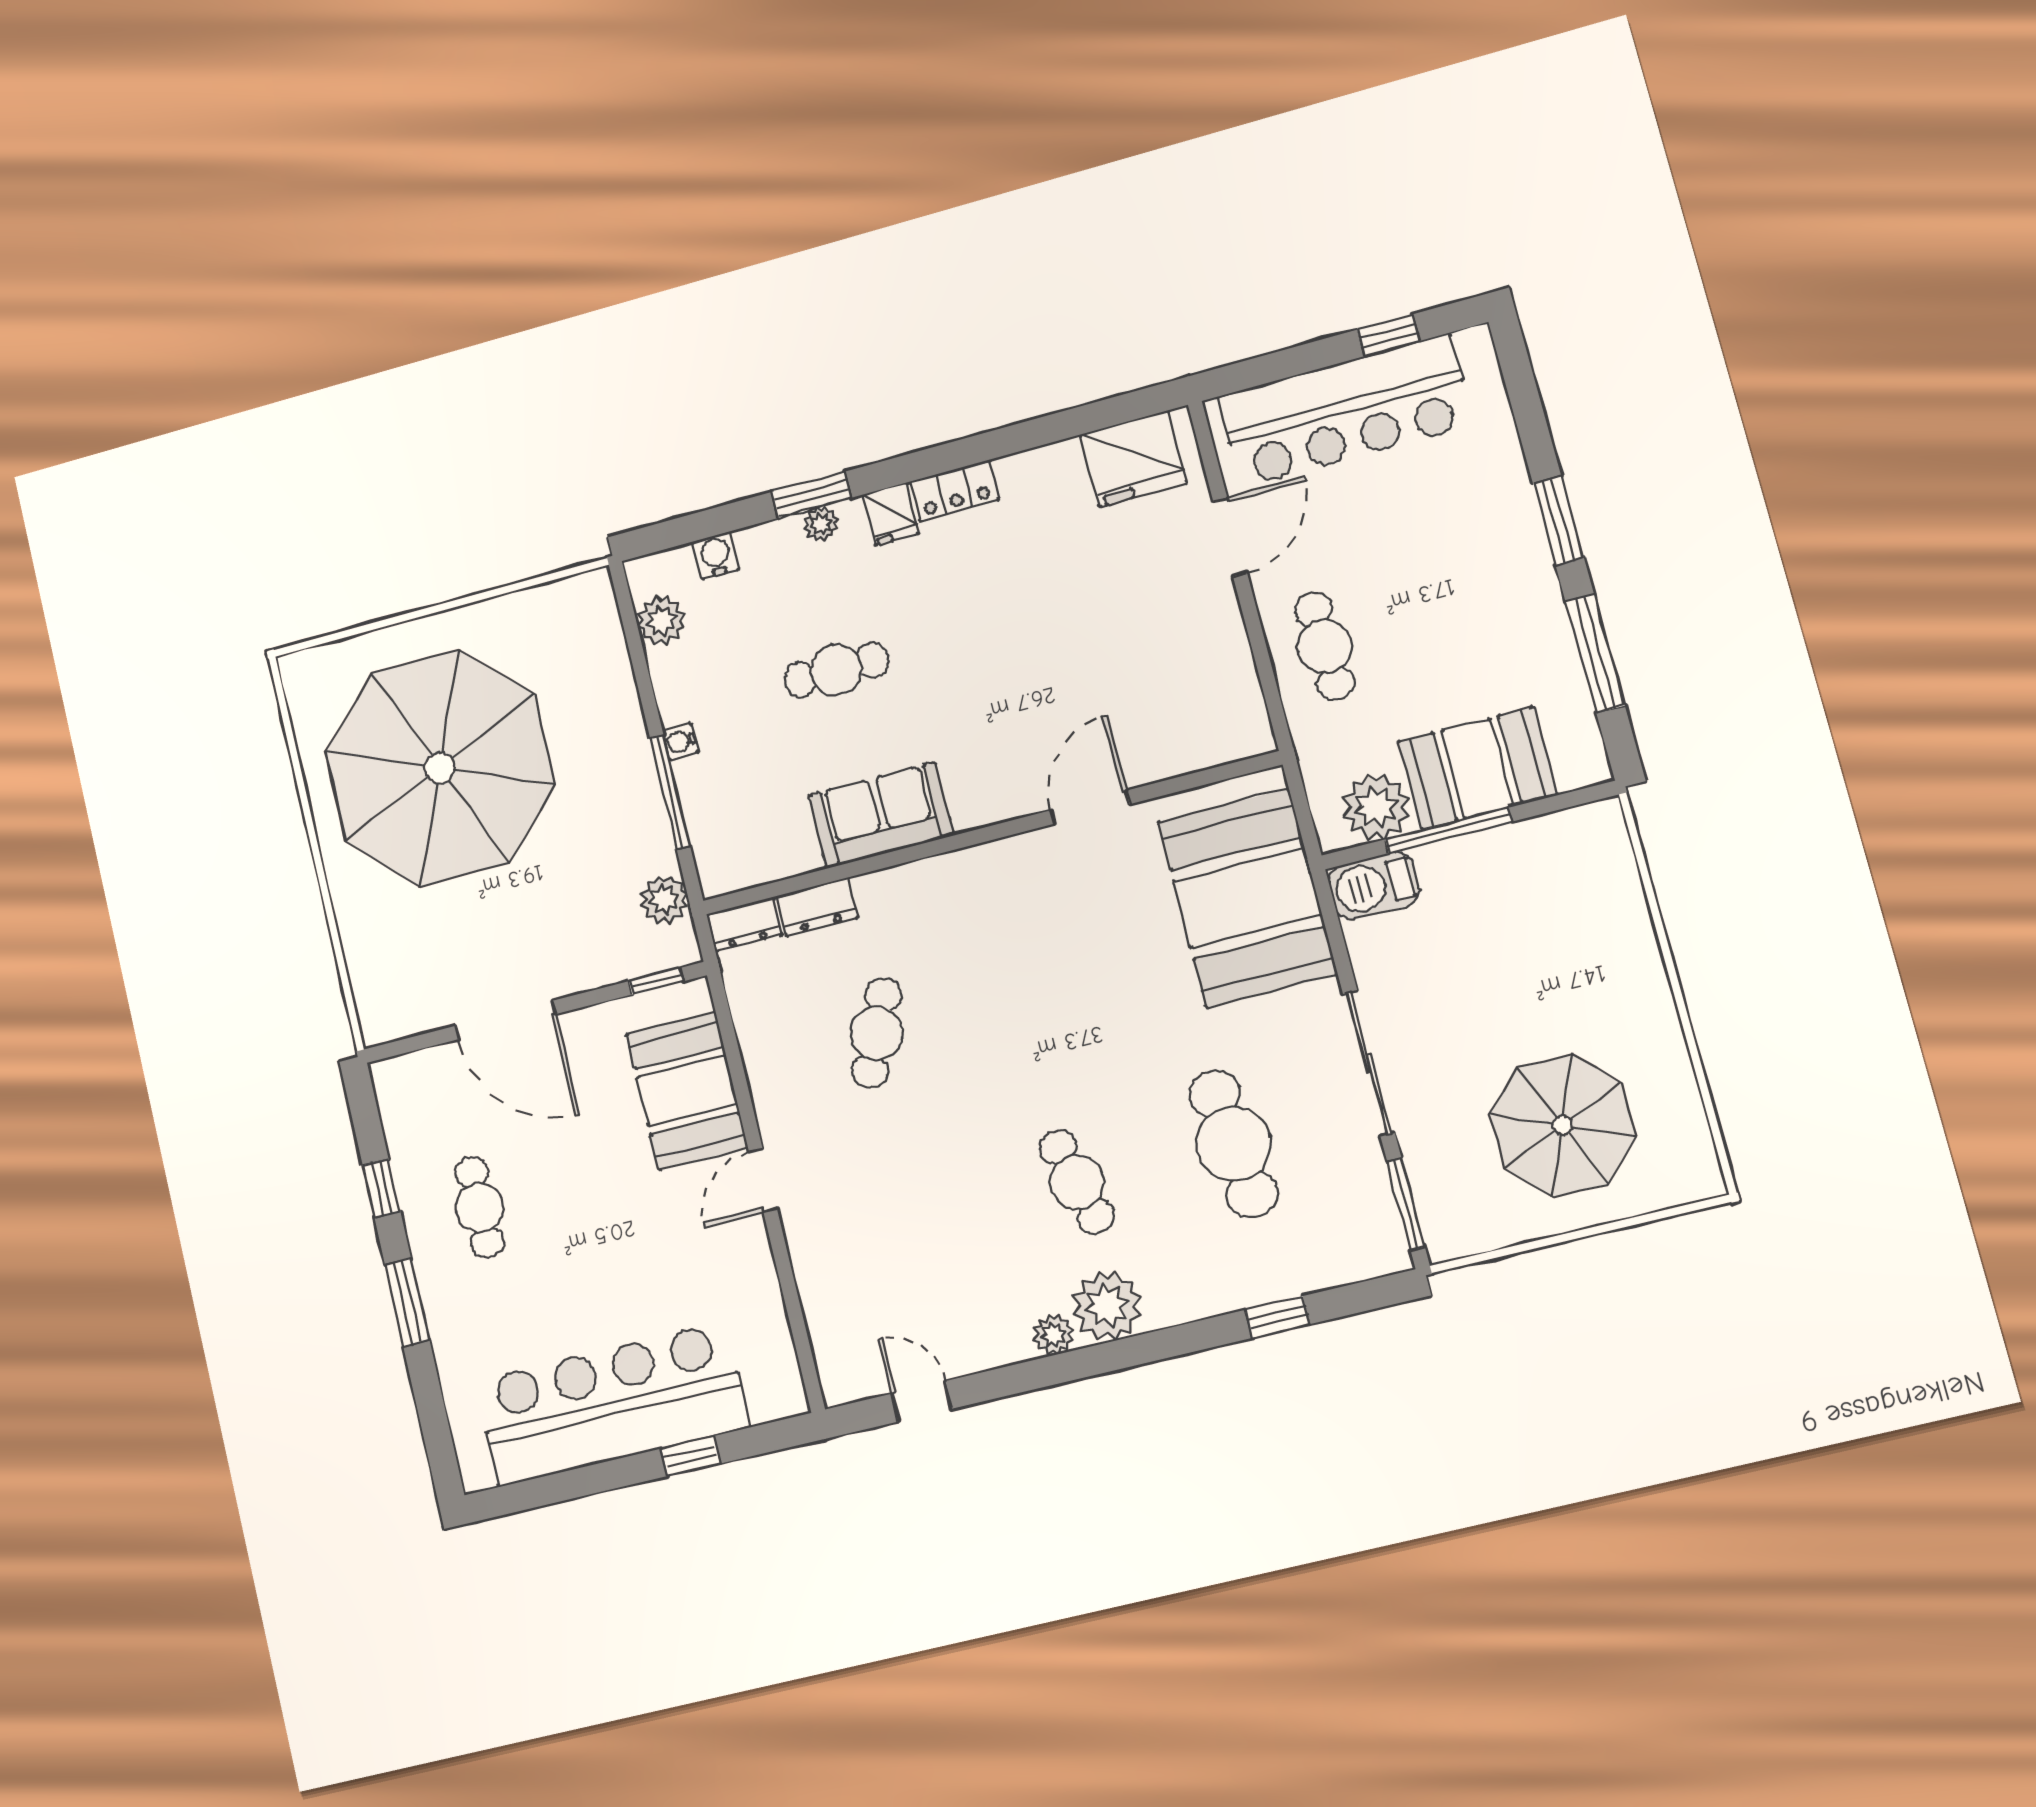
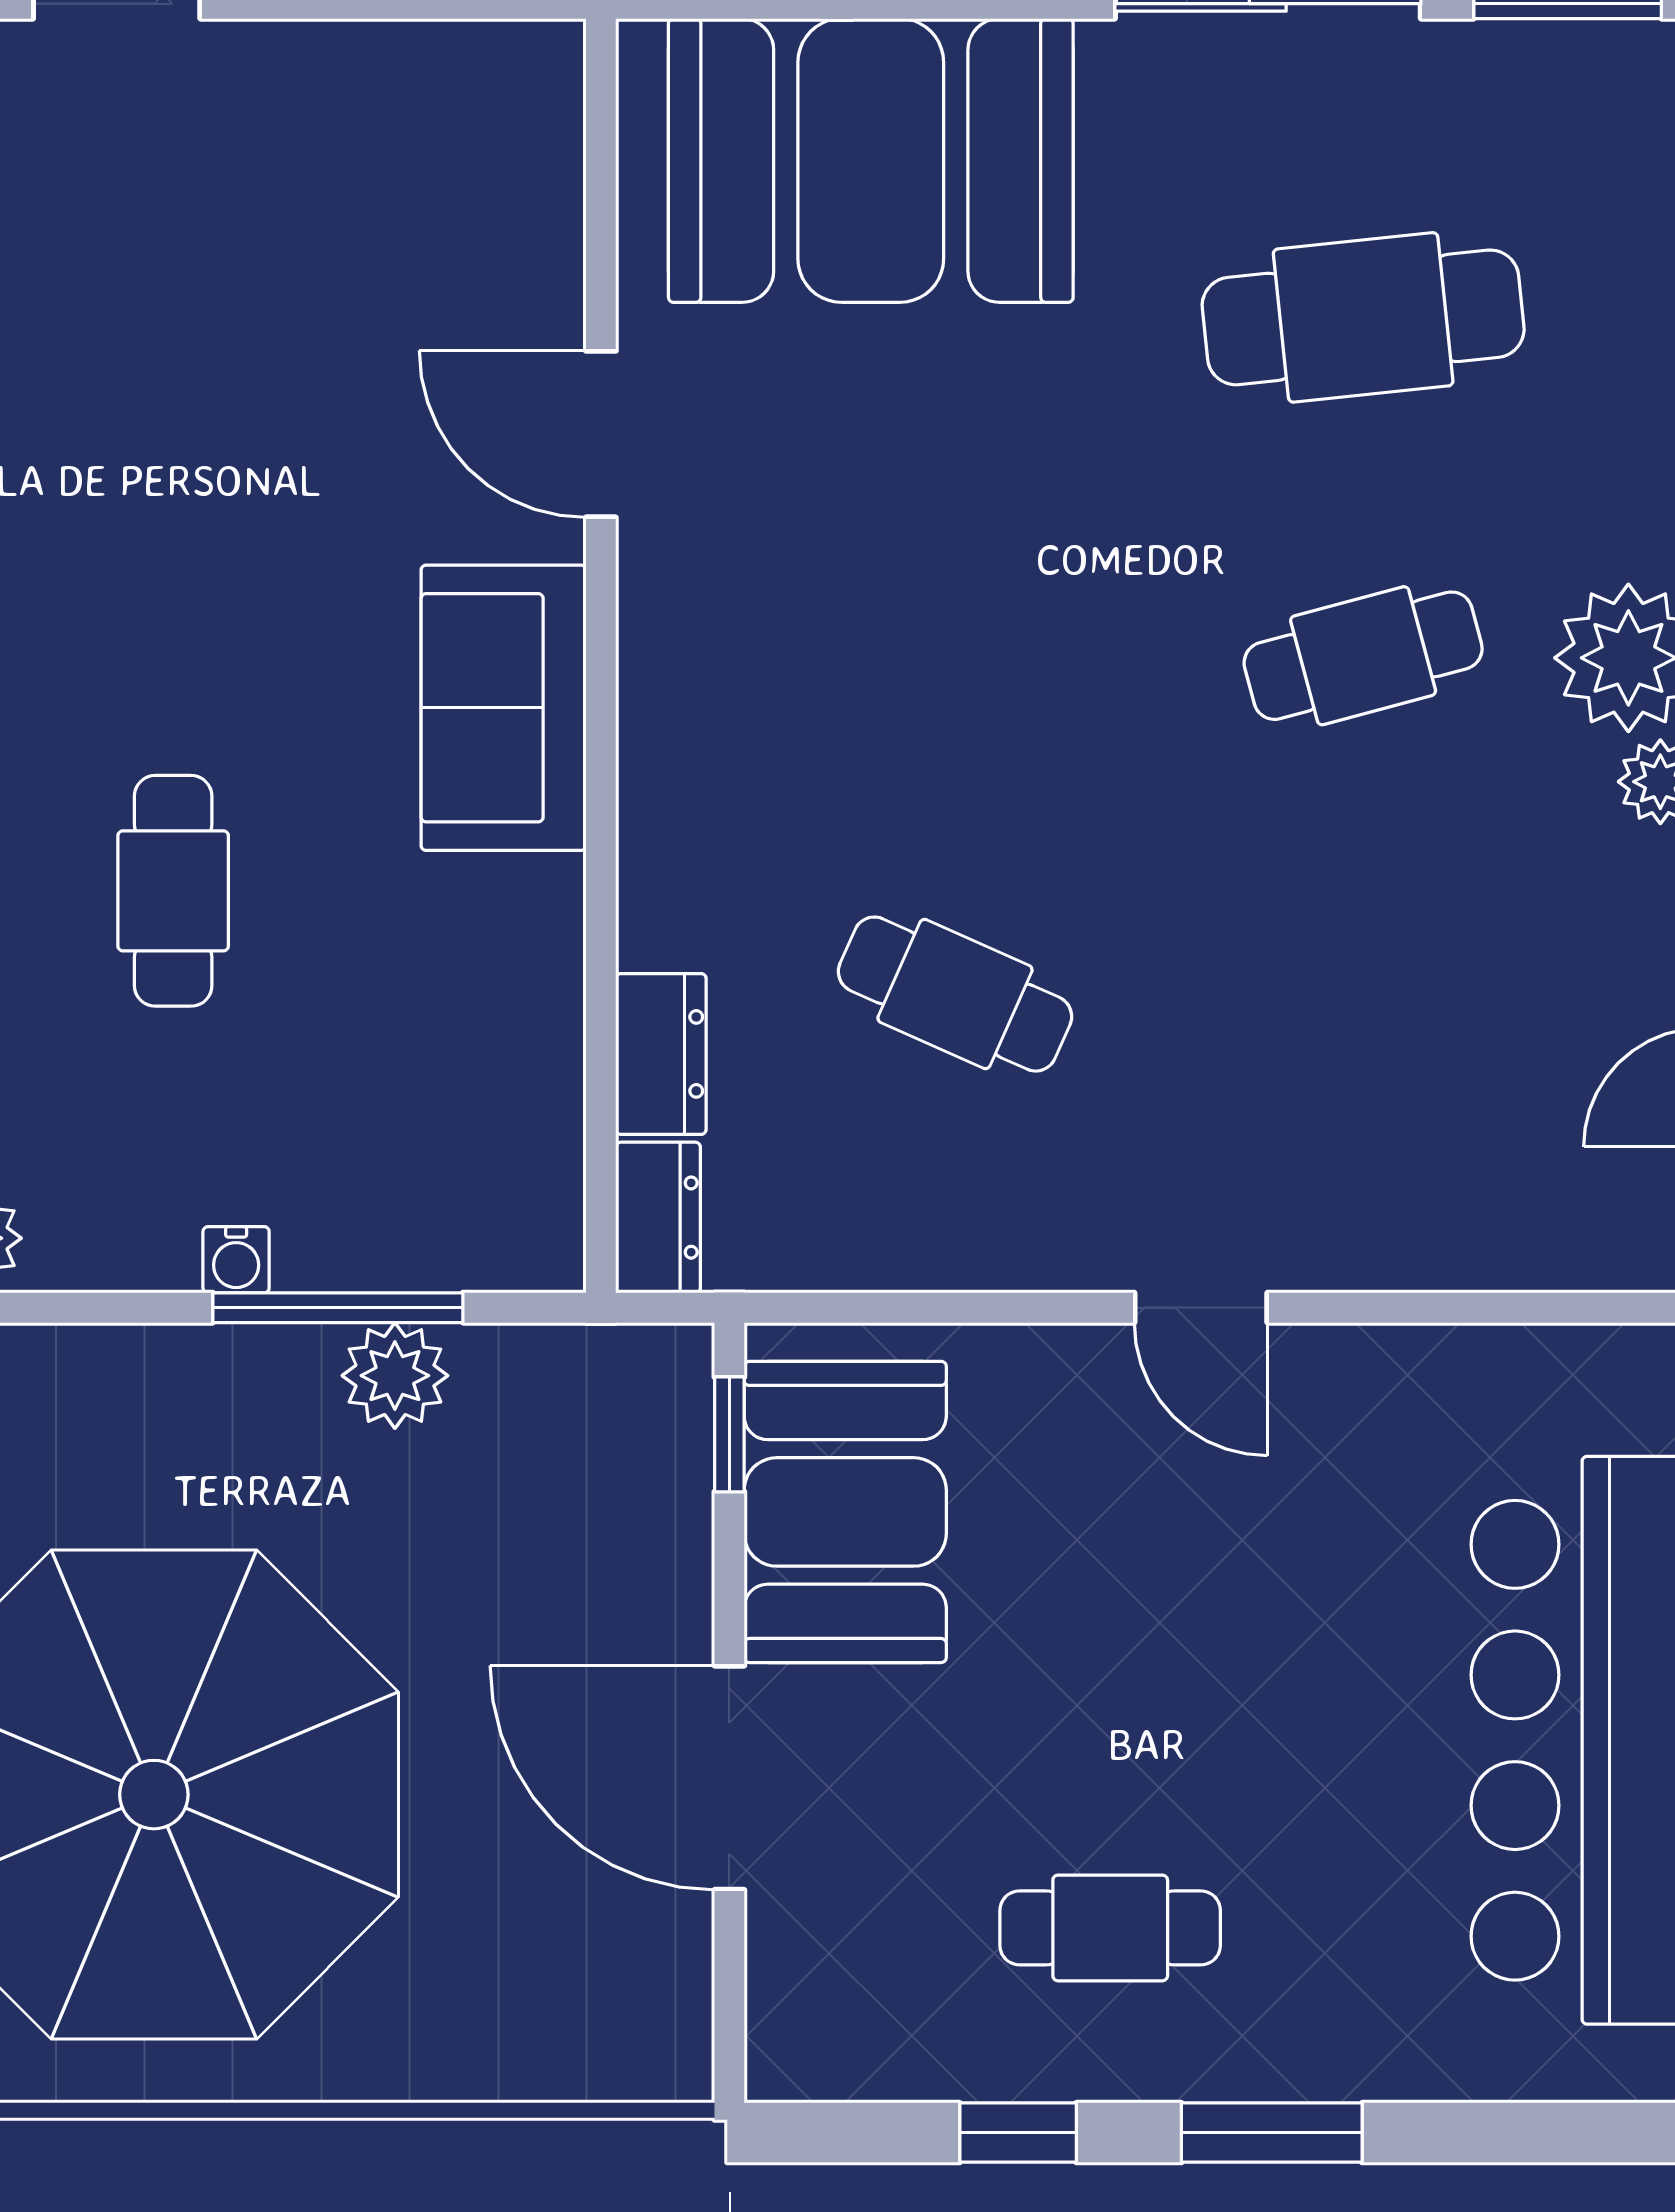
sofa: (881, 815) -> (504, 708), moved
plant: (664, 900) -> (395, 1376), moved
door: (506, 1020) -> (729, 1778), swing flipped
booth: (687, 1091) -> (845, 1512), moved, turned 90

